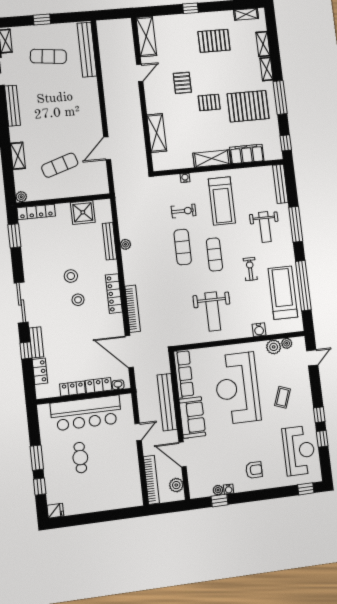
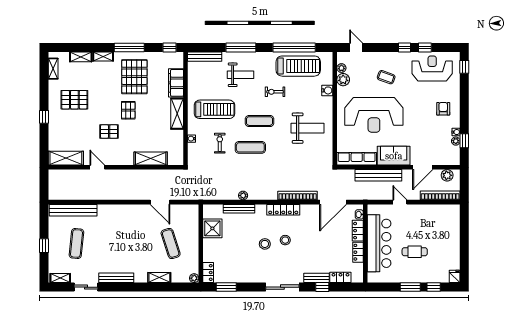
pallet: (214, 41) -> (74, 100), turned 90
locker: (36, 212) -> (208, 273), width x0.66
treadmill: (283, 293) -> (298, 66), turned 180

